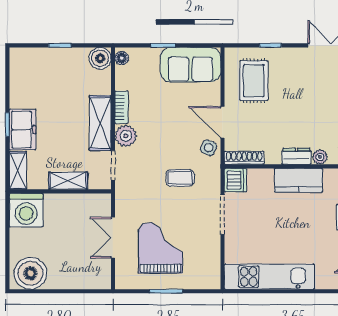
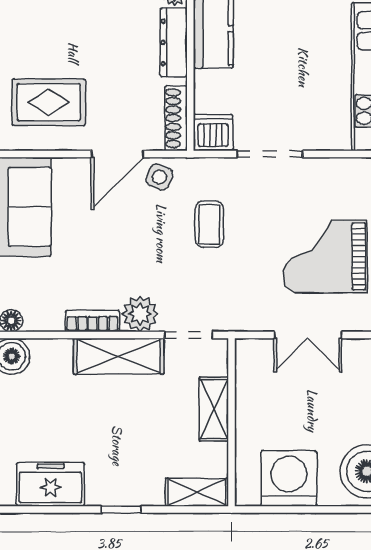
freezer: (23, 130) -> (51, 484), moved
dresser: (296, 156) -> (174, 42), width x1.44
washing machine: (26, 210) -> (289, 478), moved, turned -90

